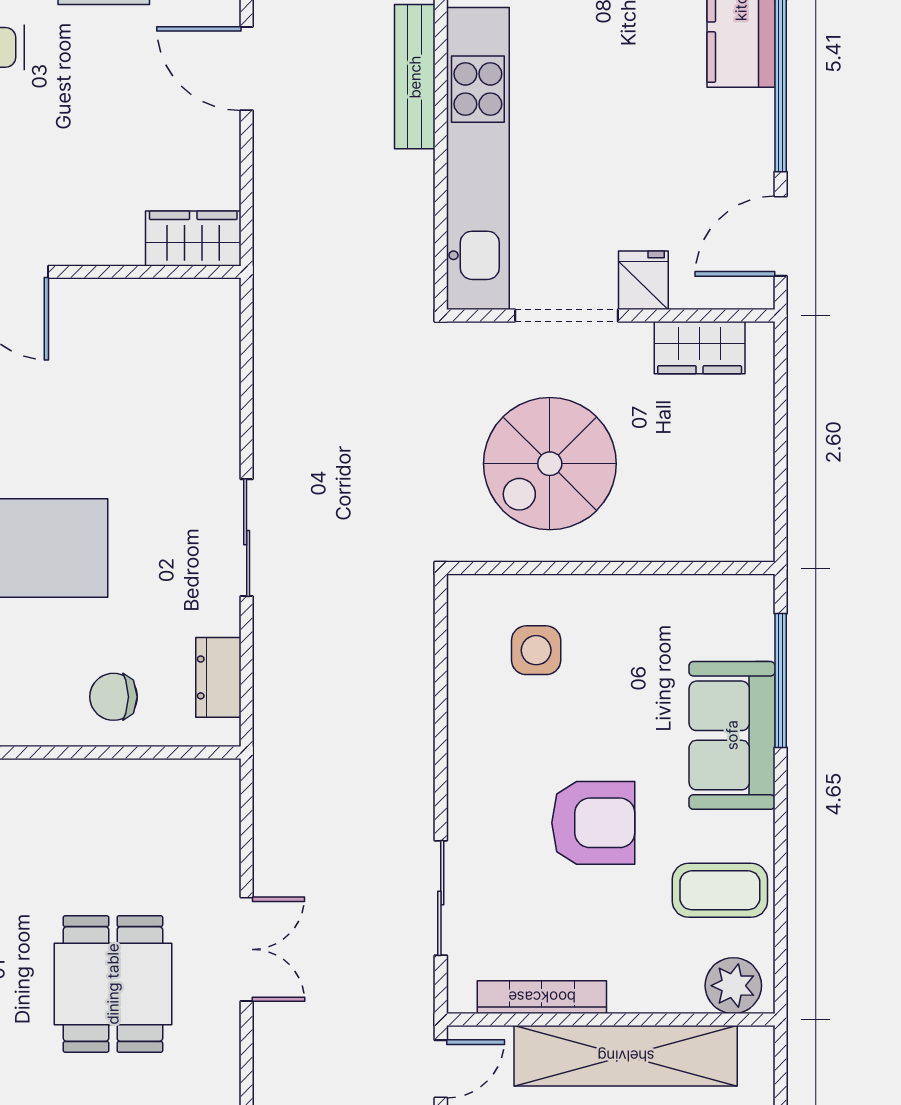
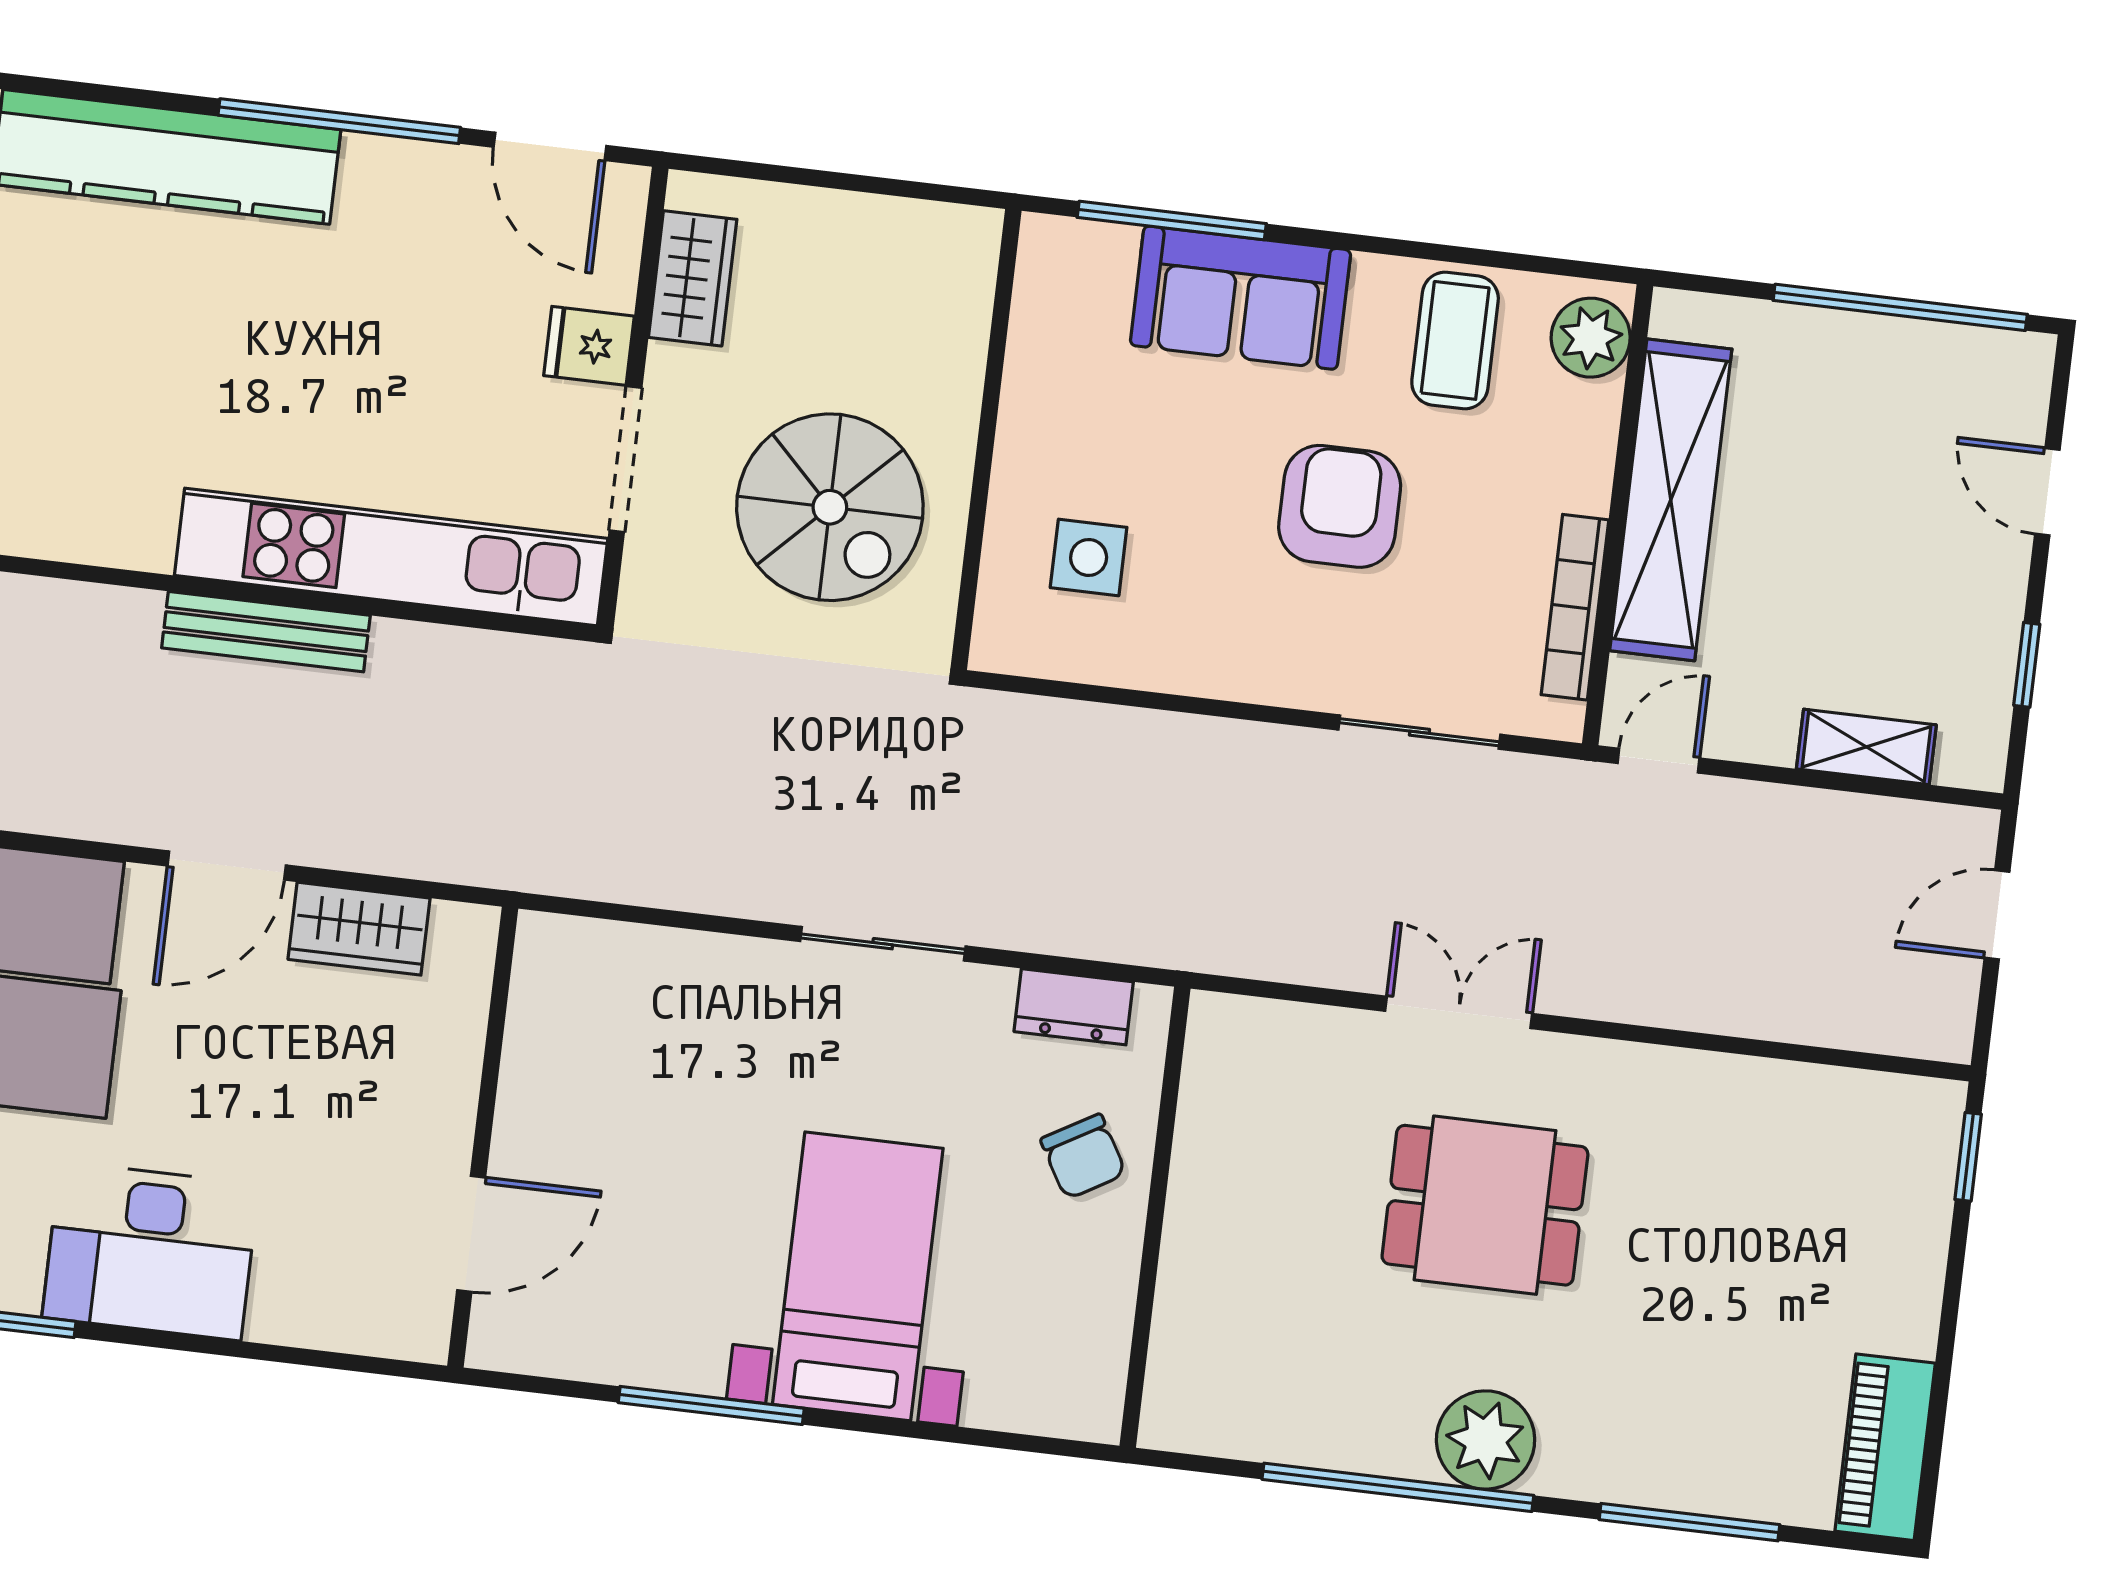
wardrobe: (193, 238) -> (359, 929), moved, turned -90
chair: (114, 697) -> (1083, 1156), turned -30
door: (441, 1069) -> (1658, 761), hinge flipped

